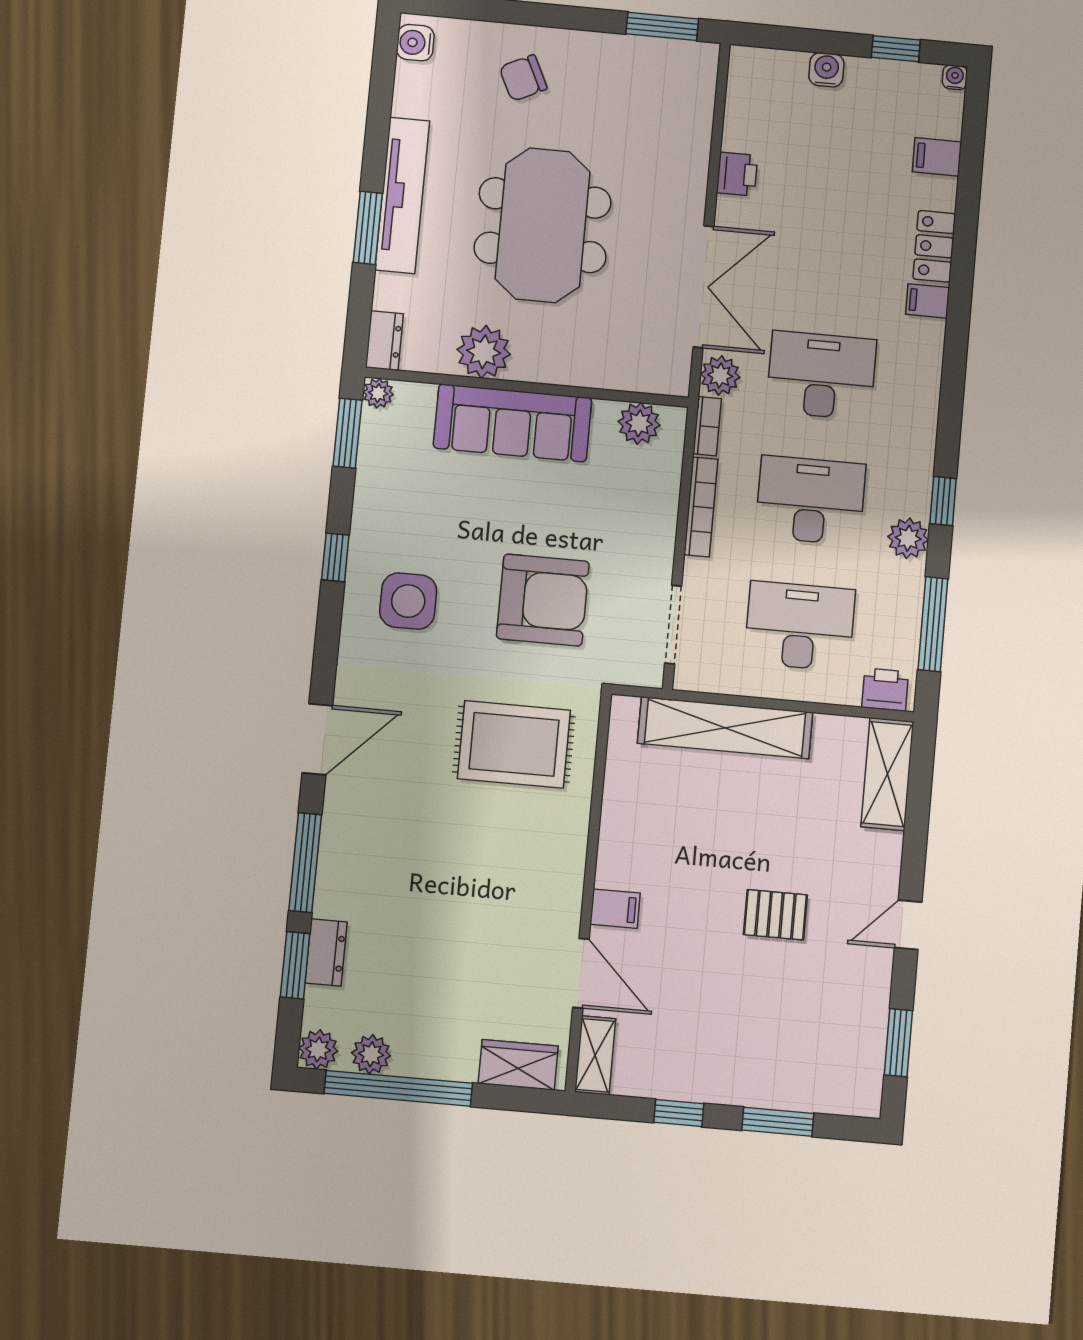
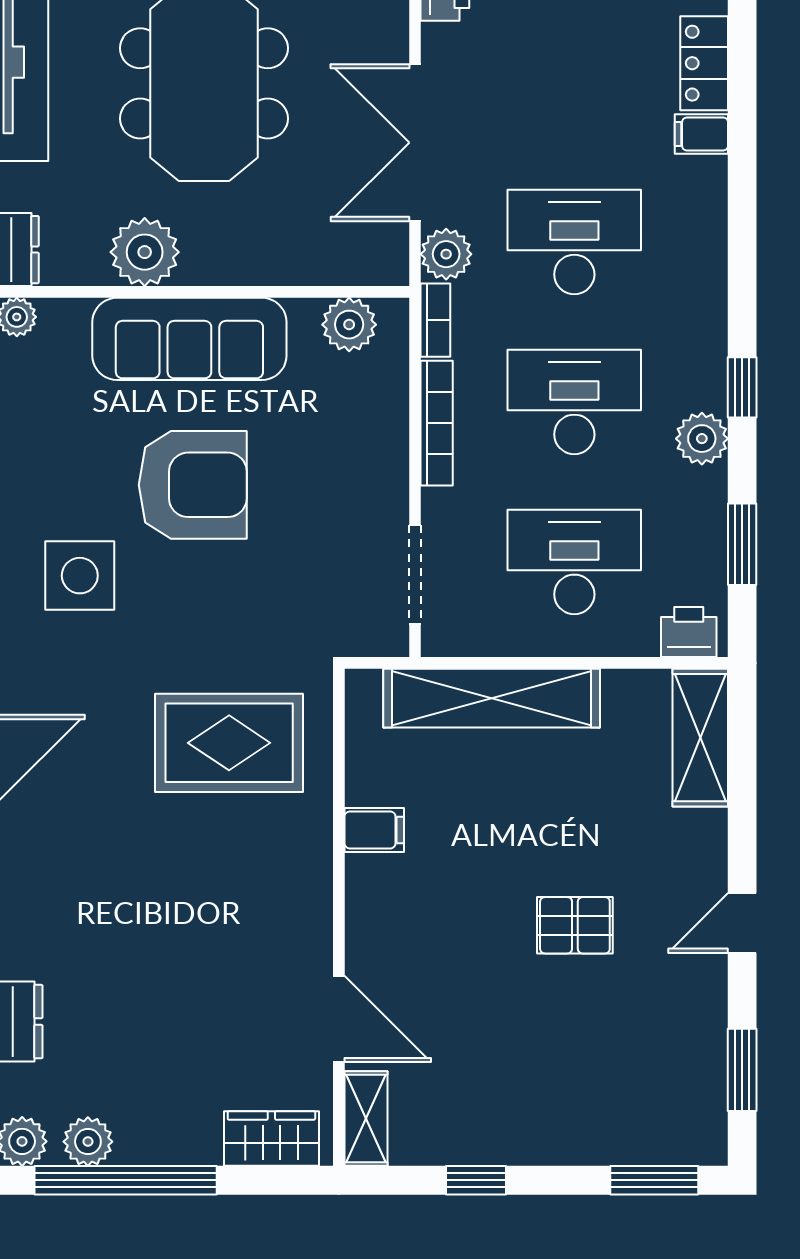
double door: (703, 287) -> (415, 143), swing flipped
armchair: (543, 600) -> (193, 485), moved
window: (933, 624) -> (742, 544), width x0.69
filing cabinet: (615, 909) -> (374, 830), moved
window: (778, 1122) -> (654, 1180), moved

